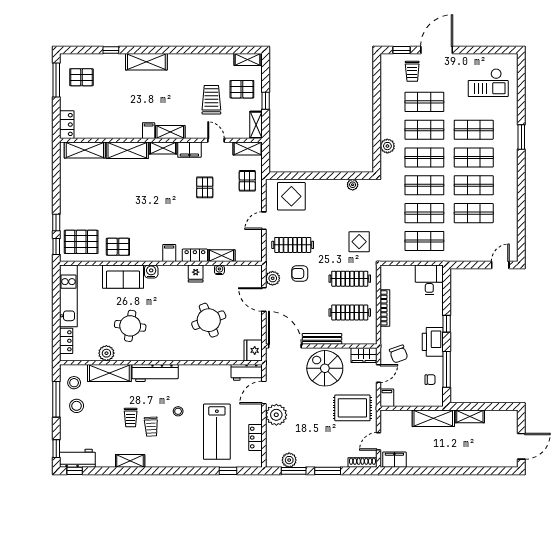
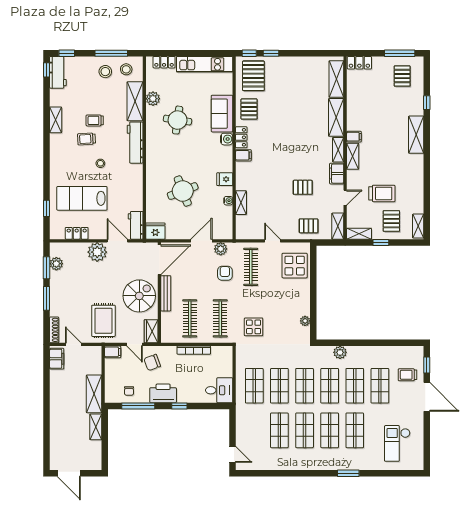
locker: (195, 255) -> (241, 137), moved

